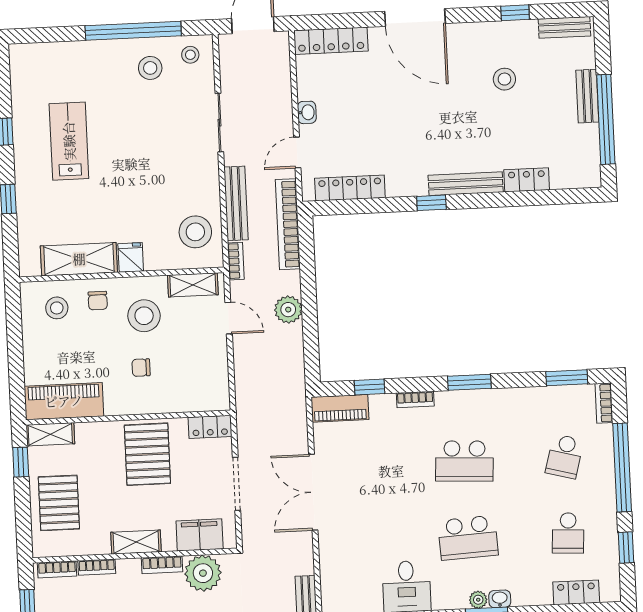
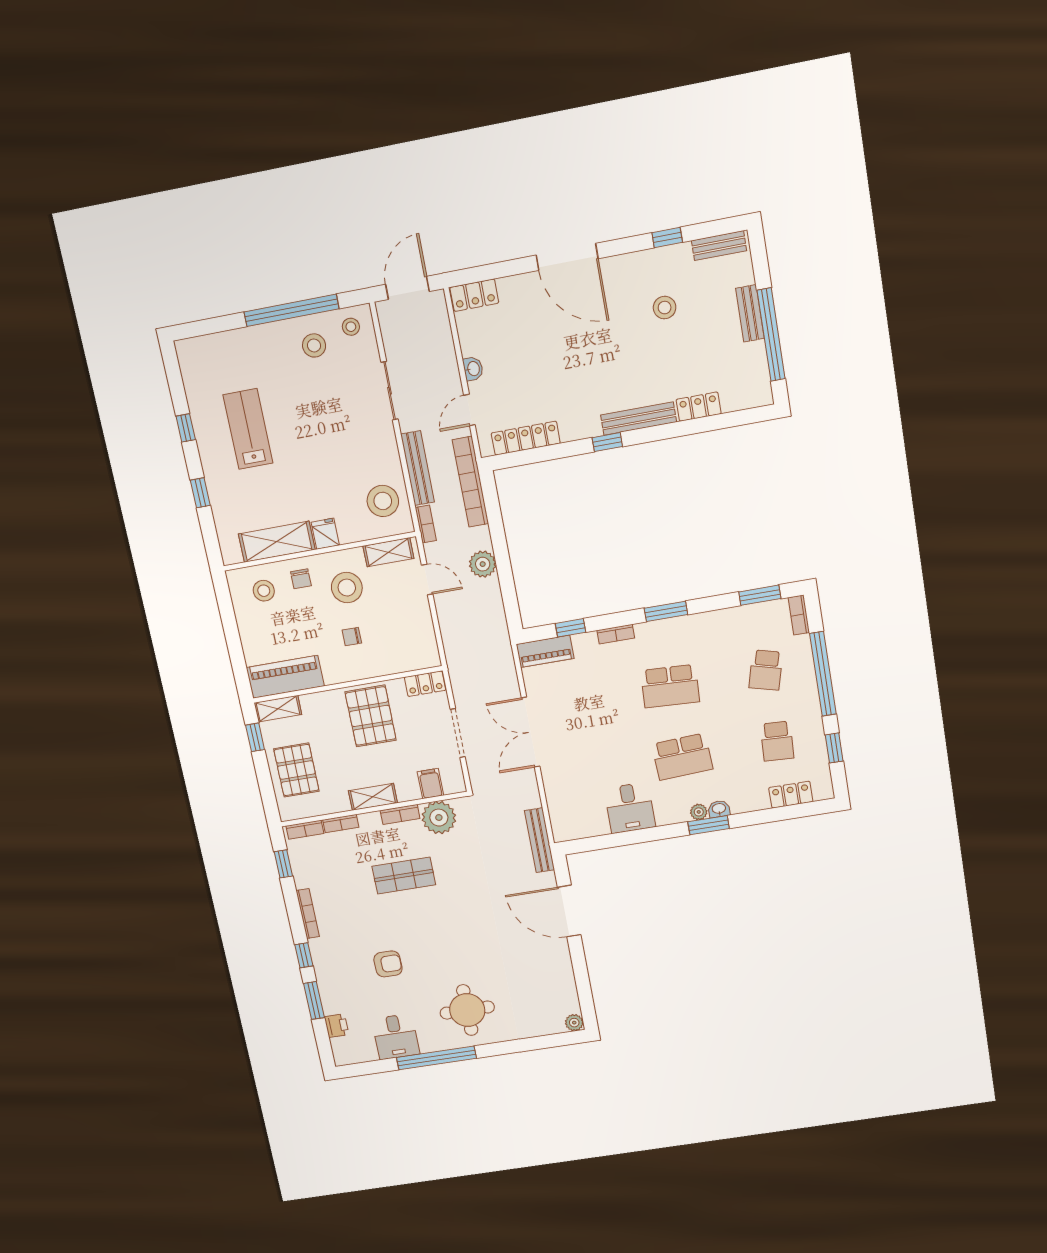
locker: (331, 41) -> (474, 295), width x0.66
filing cabinet: (200, 535) -> (430, 784), width x0.50

